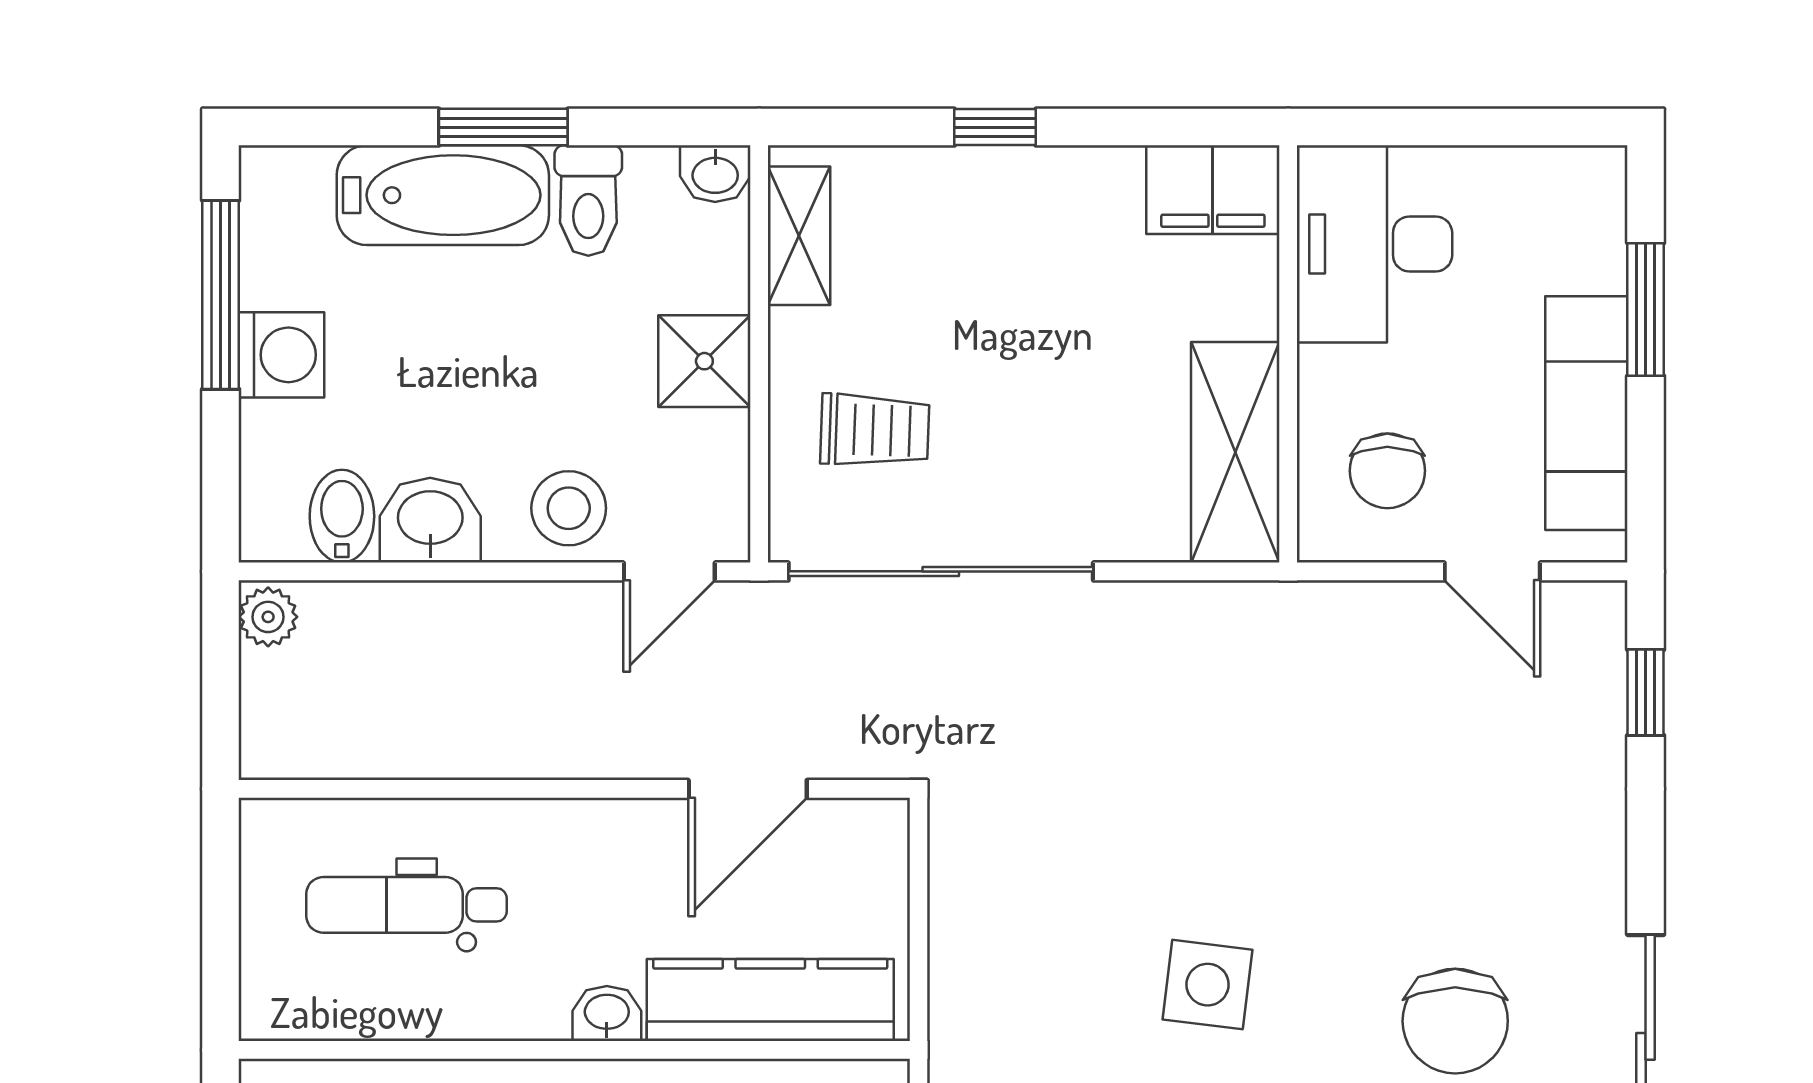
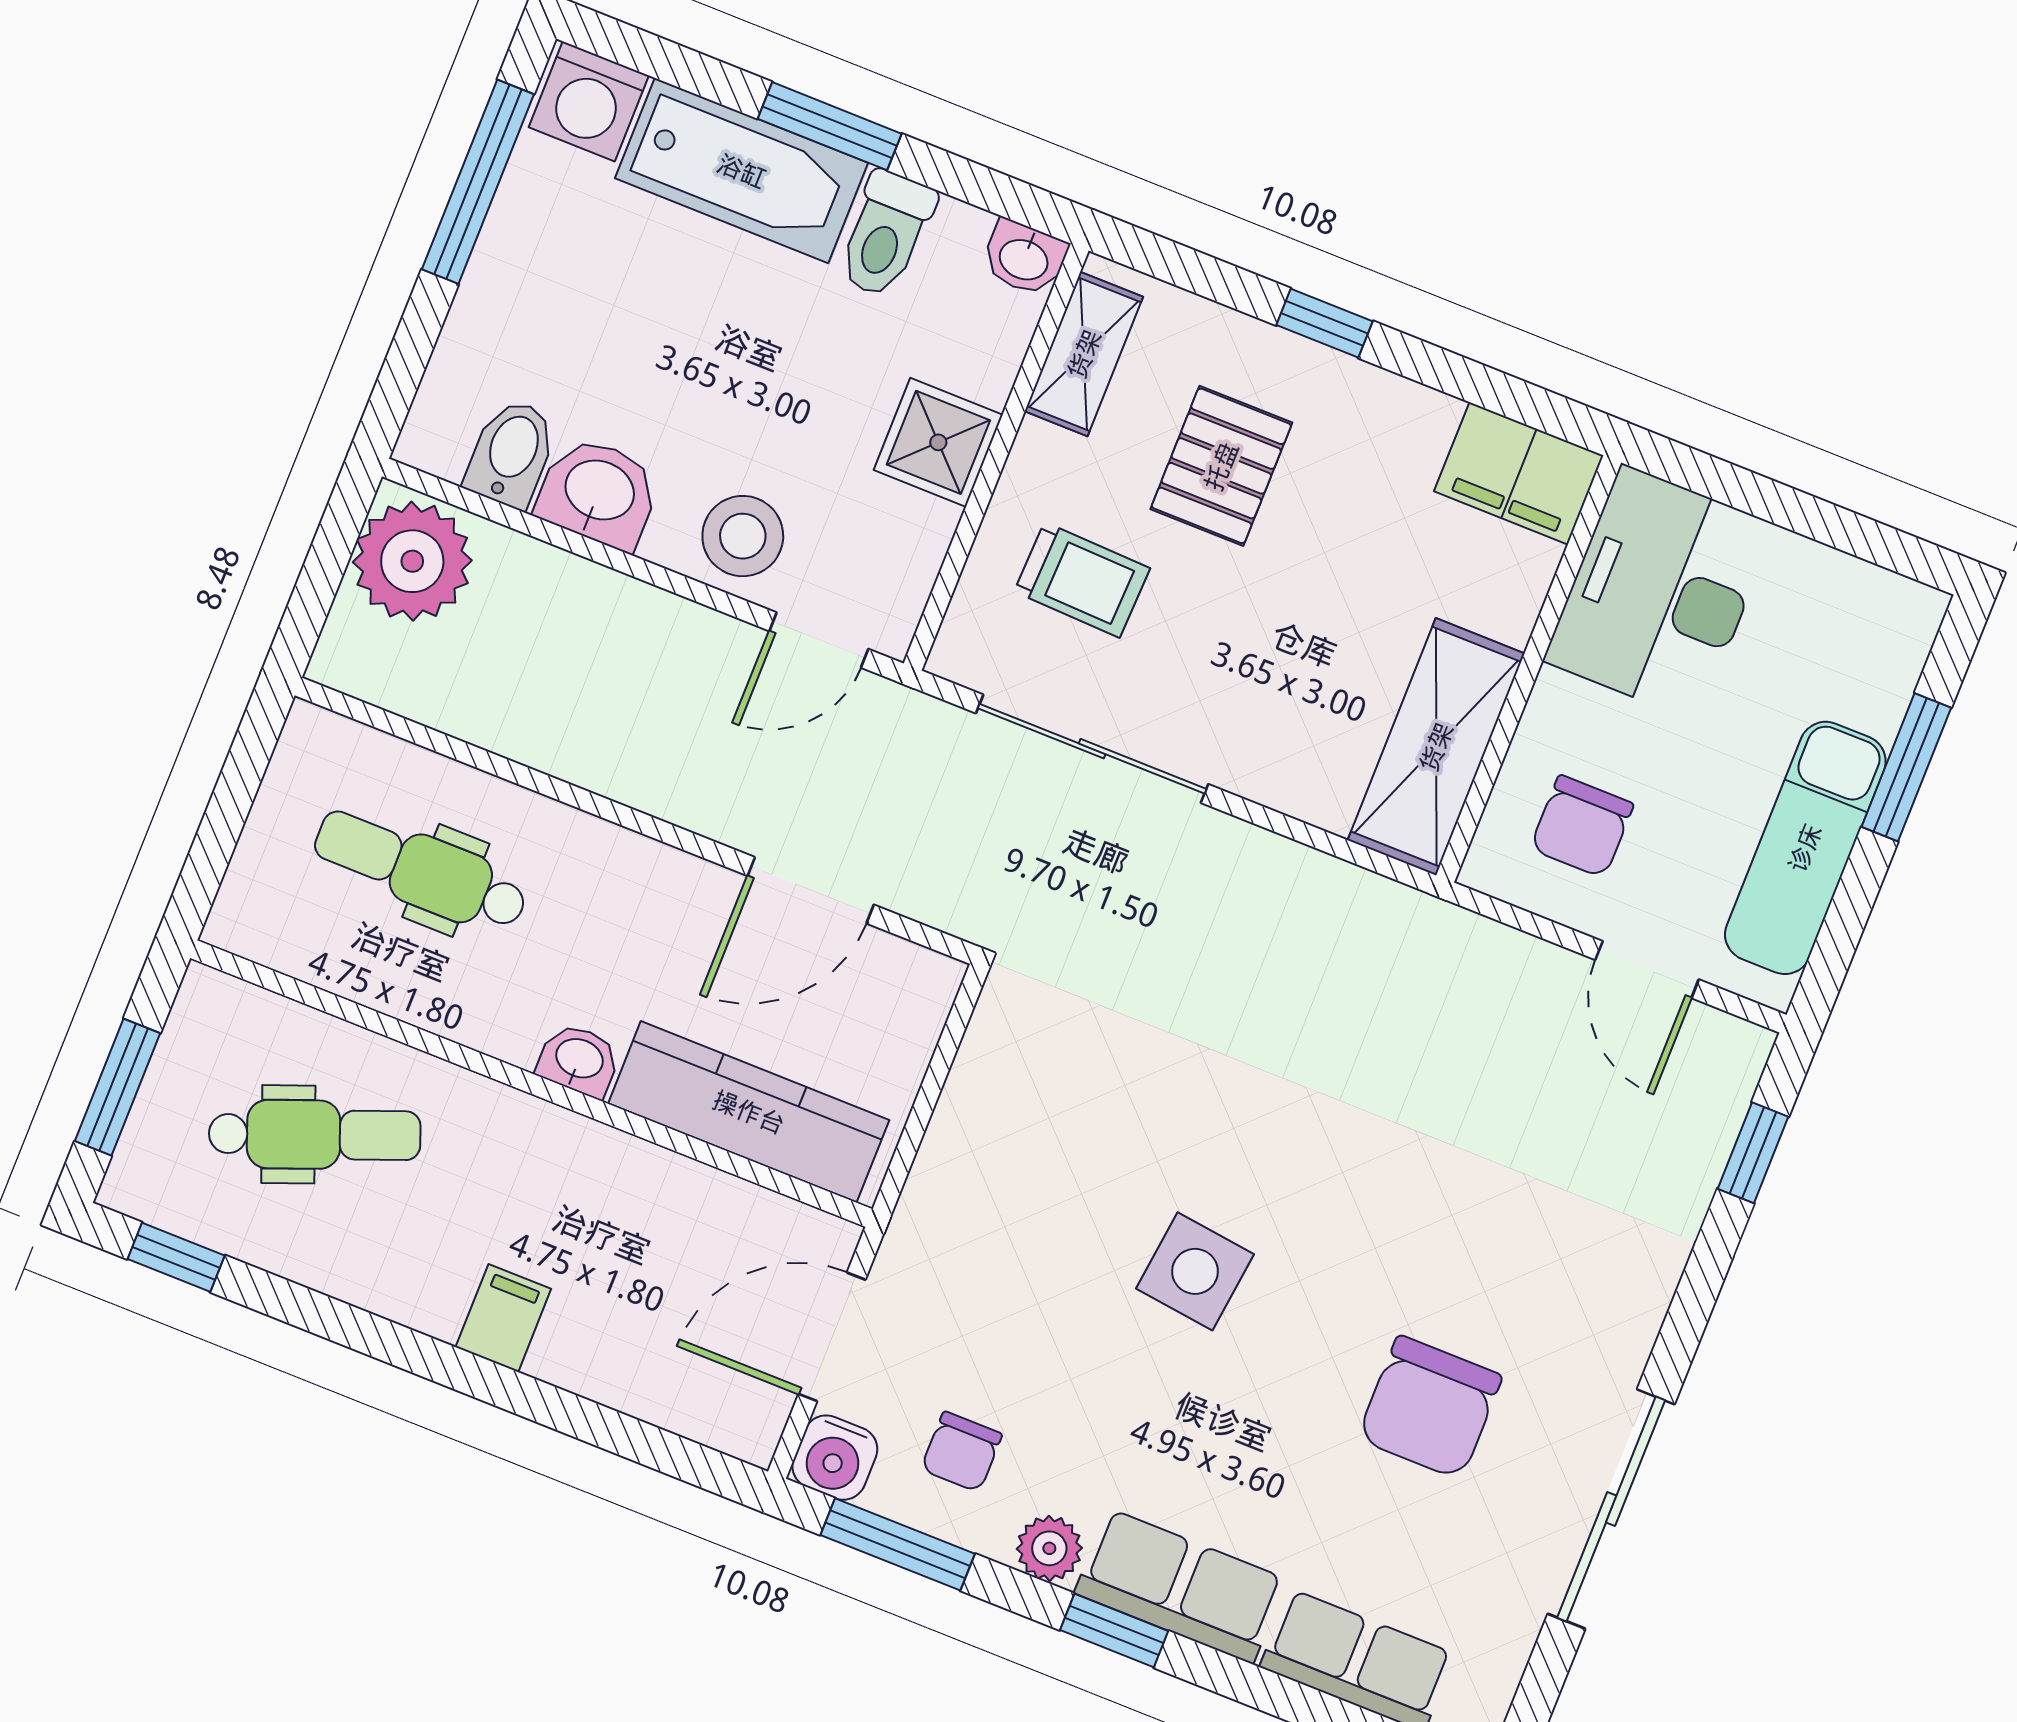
pallet: (955, 285) -> (1221, 466), added
washing machine: (281, 355) -> (589, 101), moved, turned 90
sliding door: (941, 571) -> (1092, 749), width x0.73
plant: (268, 617) -> (412, 561), width x1.88, depth x1.88

